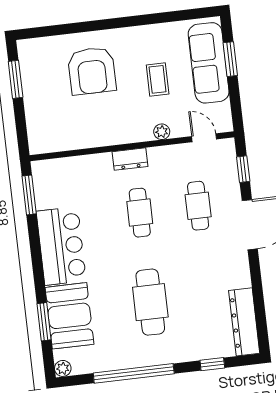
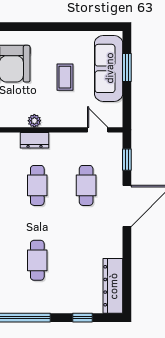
plant: (162, 132) -> (34, 121), moved
cafe table: (150, 302) -> (37, 260), width x0.73, depth x0.74

